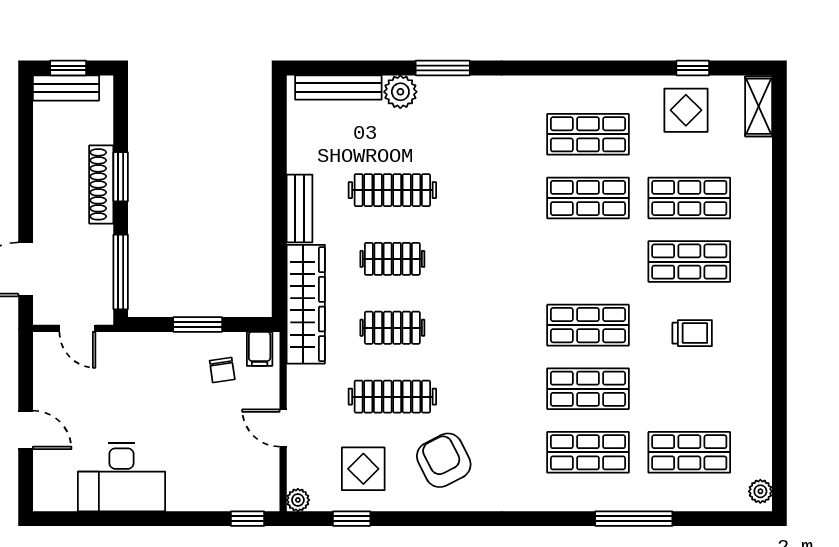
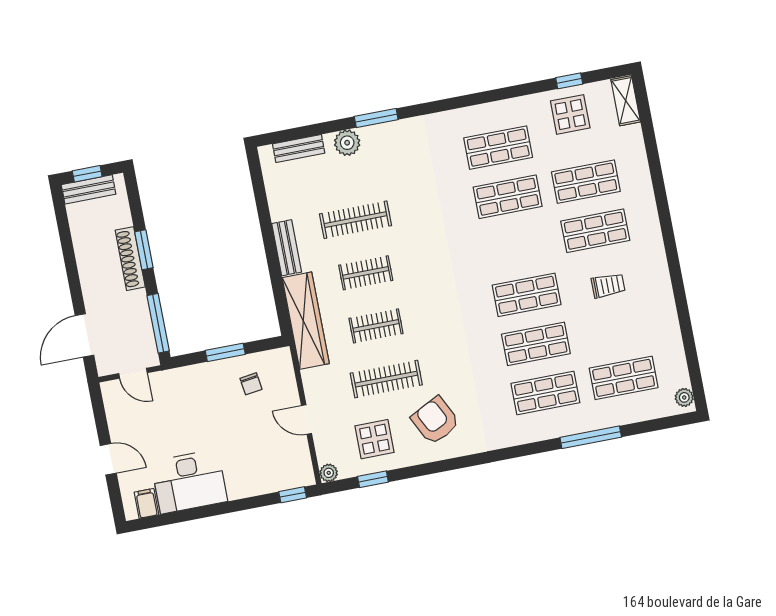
bench: (338, 87) -> (299, 149), width x0.73
filing cabinet: (260, 349) -> (146, 503), moved, turned 180

